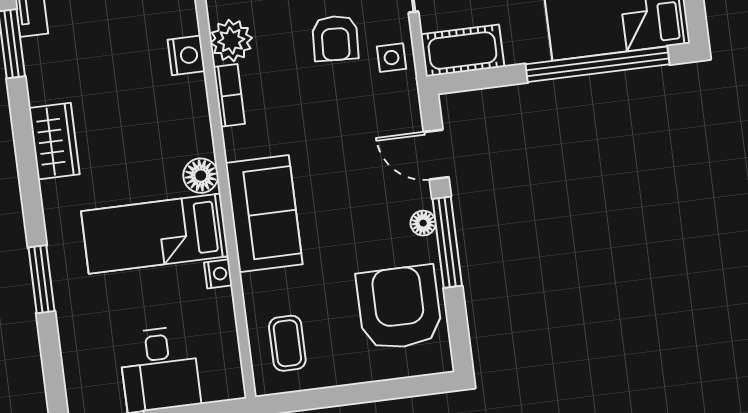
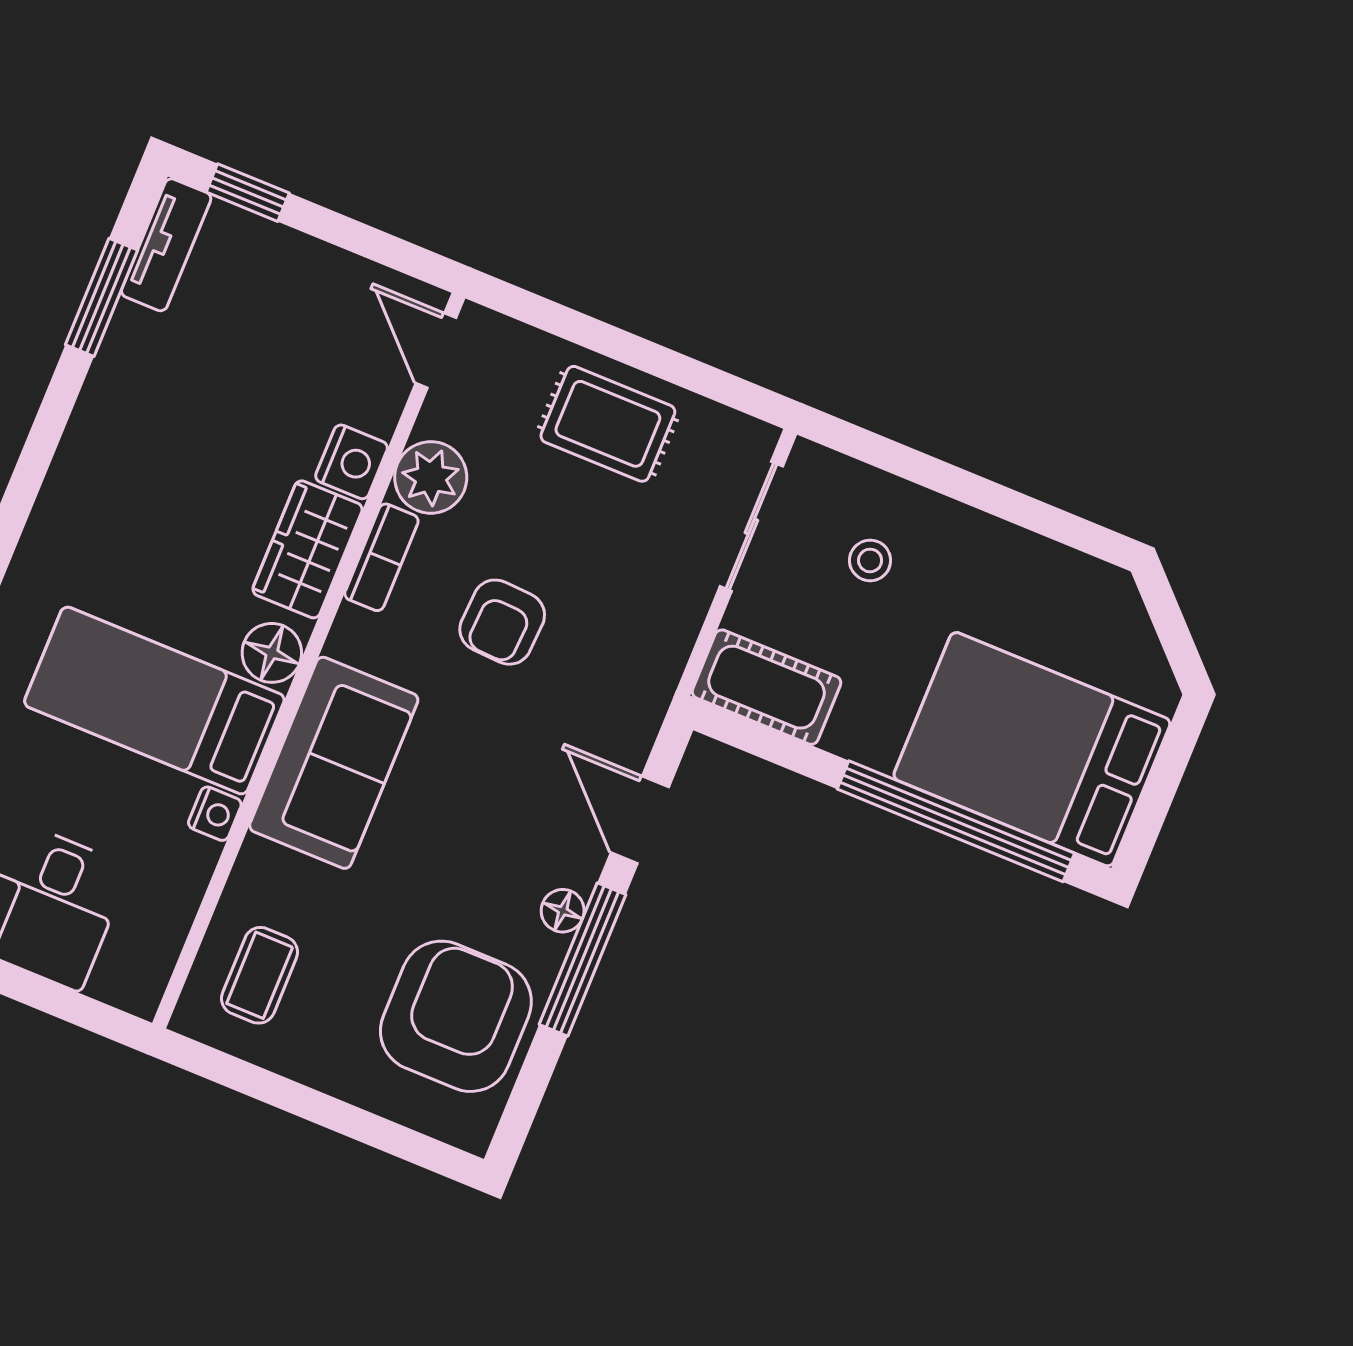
armchair: (335, 38) -> (502, 622), moved
side table: (391, 58) -> (655, 638), removed
wardrobe: (54, 141) -> (308, 549), moved, turned 180

